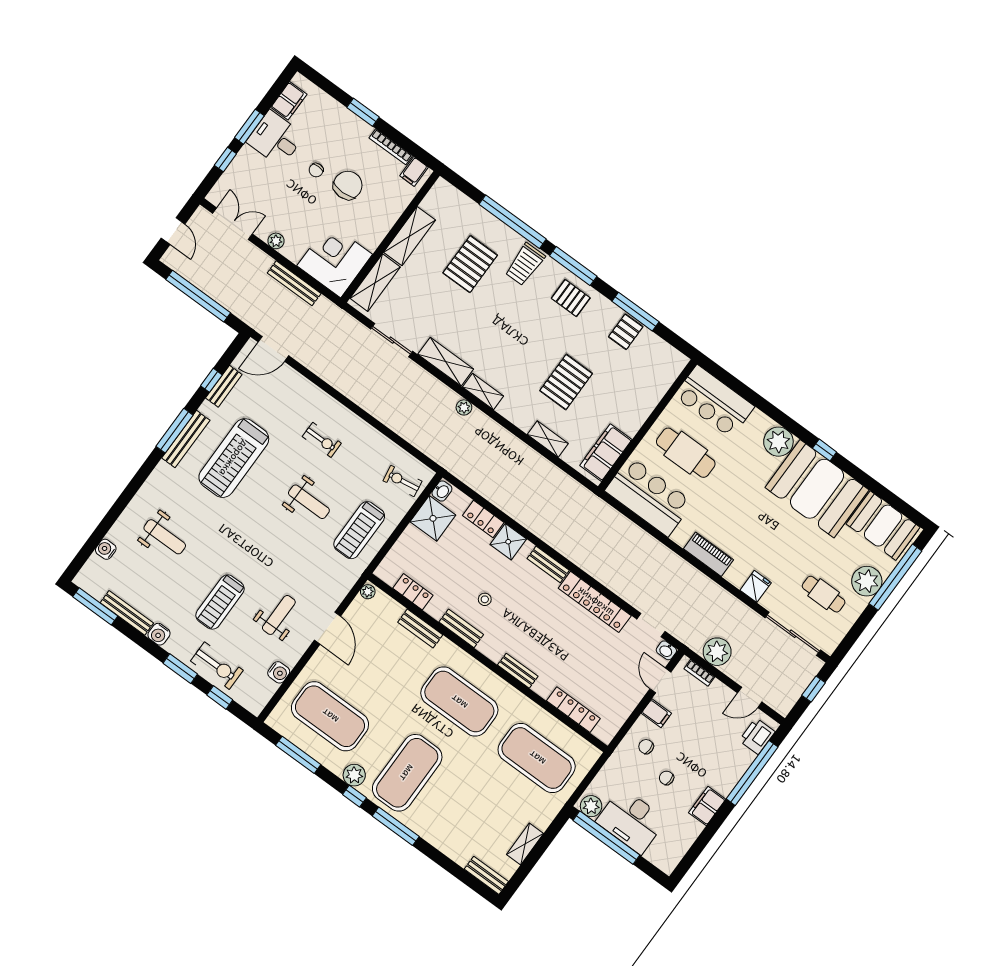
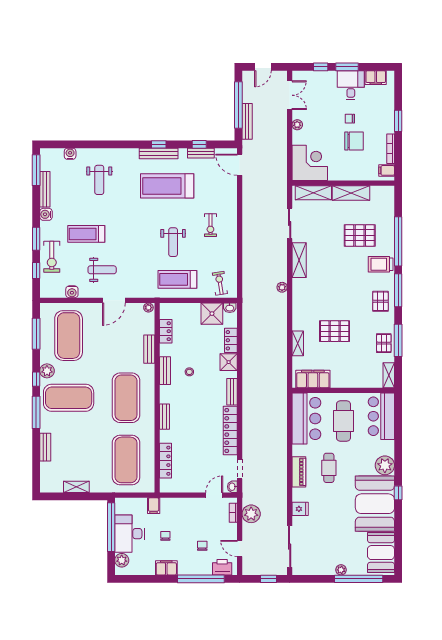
bench: (294, 283) -> (247, 121), moved
pallet: (626, 332) -> (384, 343), turned 90
shelving: (483, 392) -> (389, 375), moved
window: (175, 431) -> (159, 144), width x0.46
plant: (867, 581) -> (341, 570), width x0.53, depth x0.53
cafe table: (824, 594) -> (329, 468), moved
filing cabinet: (656, 713) -> (154, 506), moved
chair: (646, 747) -> (202, 546), moved
plant: (591, 806) -> (122, 560), moved
bench: (486, 875) -> (45, 447), moved

